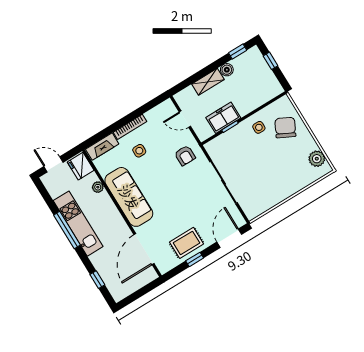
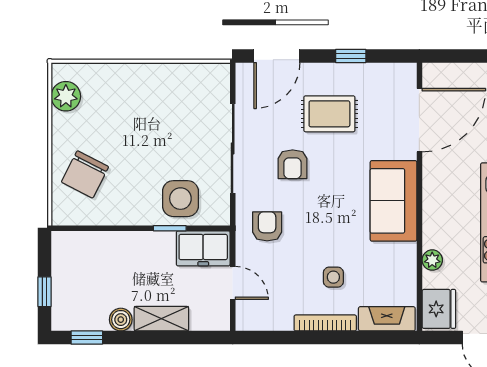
freezer: (223, 118) -> (203, 248), moved
side table: (259, 127) -> (180, 199), moved, width x1.87, depth x1.87
armchair: (191, 192) -> (293, 164), added
sofa: (129, 197) -> (393, 201), width x0.73
rug: (187, 243) -> (329, 114), moved

